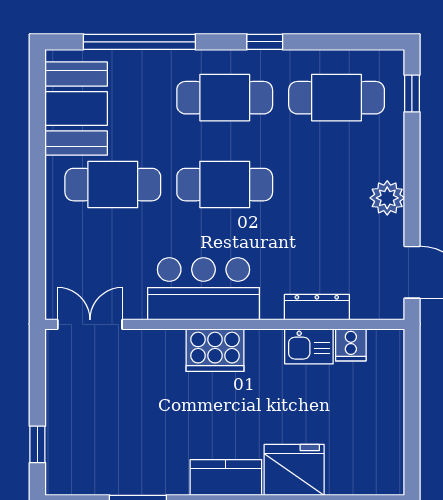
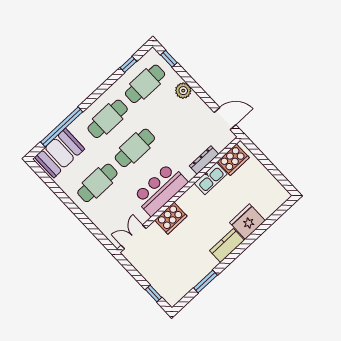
window: (265, 42) -> (128, 64), moved
booth: (76, 109) -> (60, 153), moved, turned 90
plant: (387, 198) -> (183, 91), moved
cooker: (351, 345) -> (233, 160), width x1.87, depth x1.31
kitchen sink: (309, 346) -> (211, 179), width x1.38
cooker: (215, 350) -> (171, 218), moved

